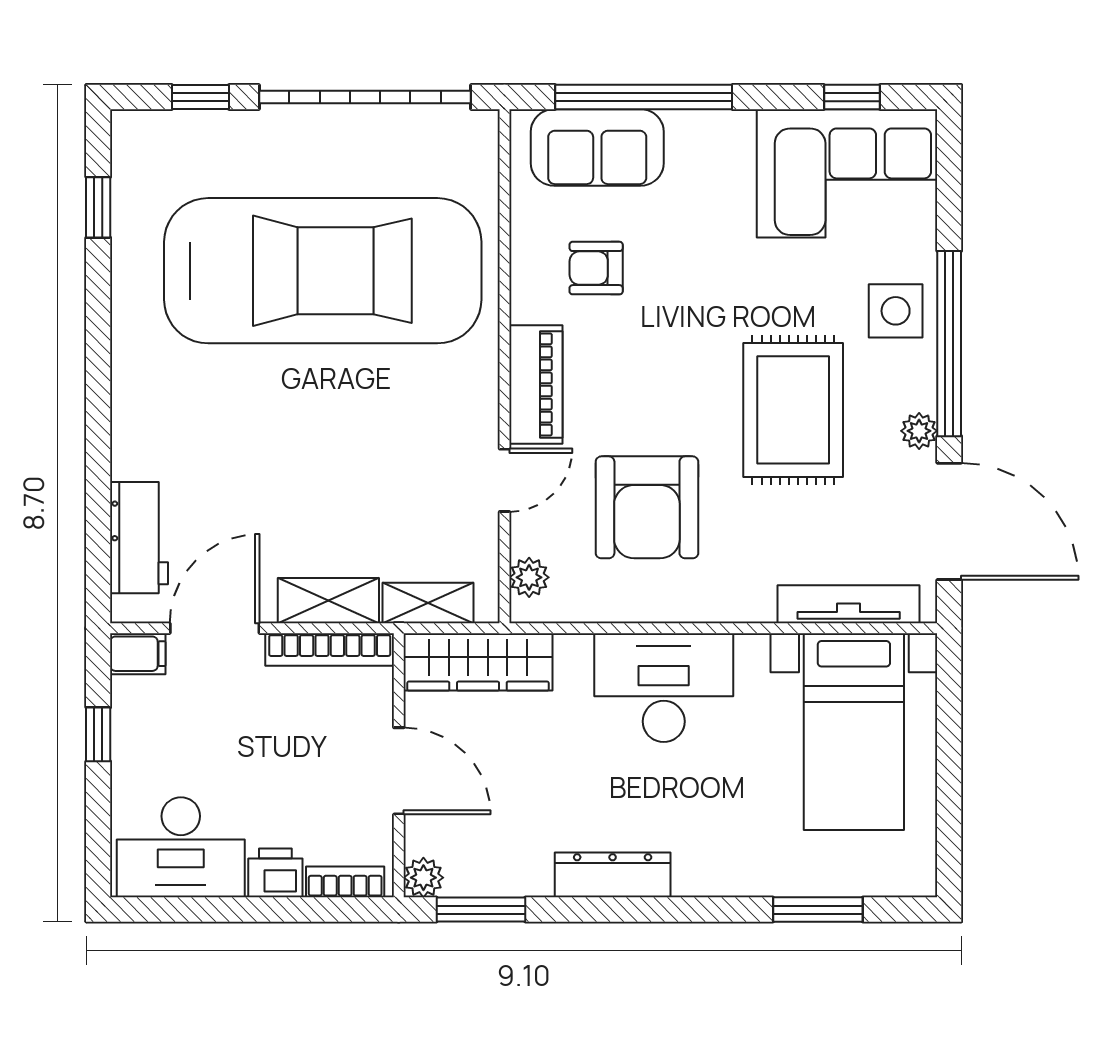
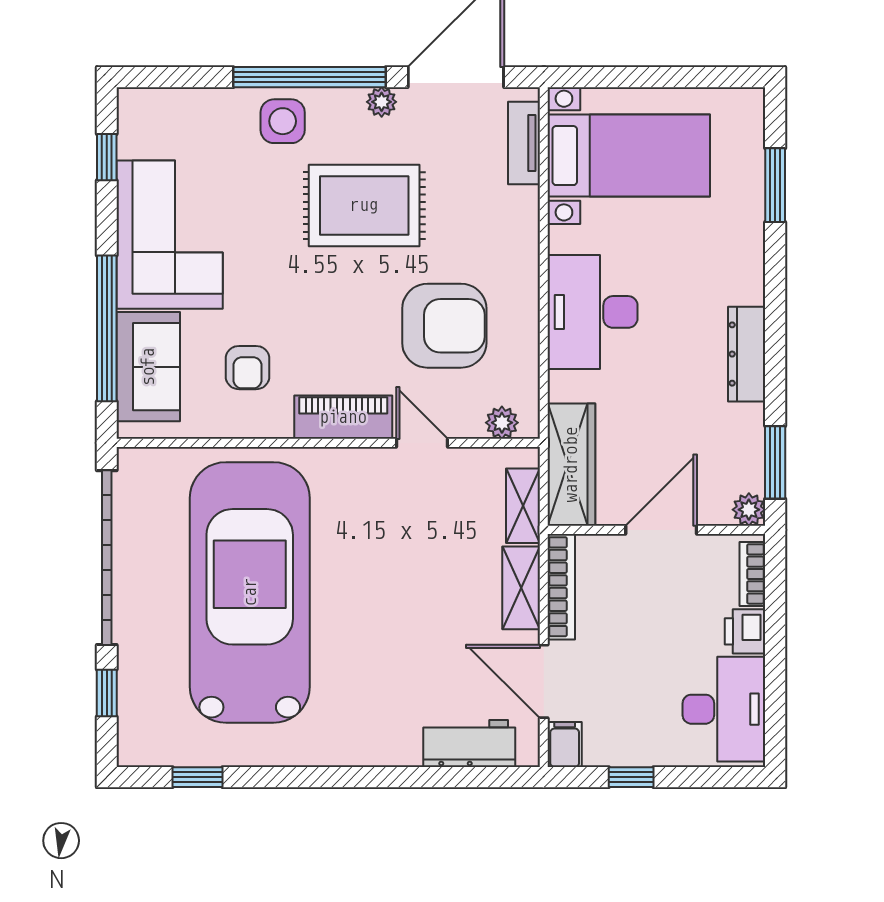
corner sofa: (847, 173) -> (170, 235), moved
tv unit: (849, 604) -> (524, 143), width x0.71

